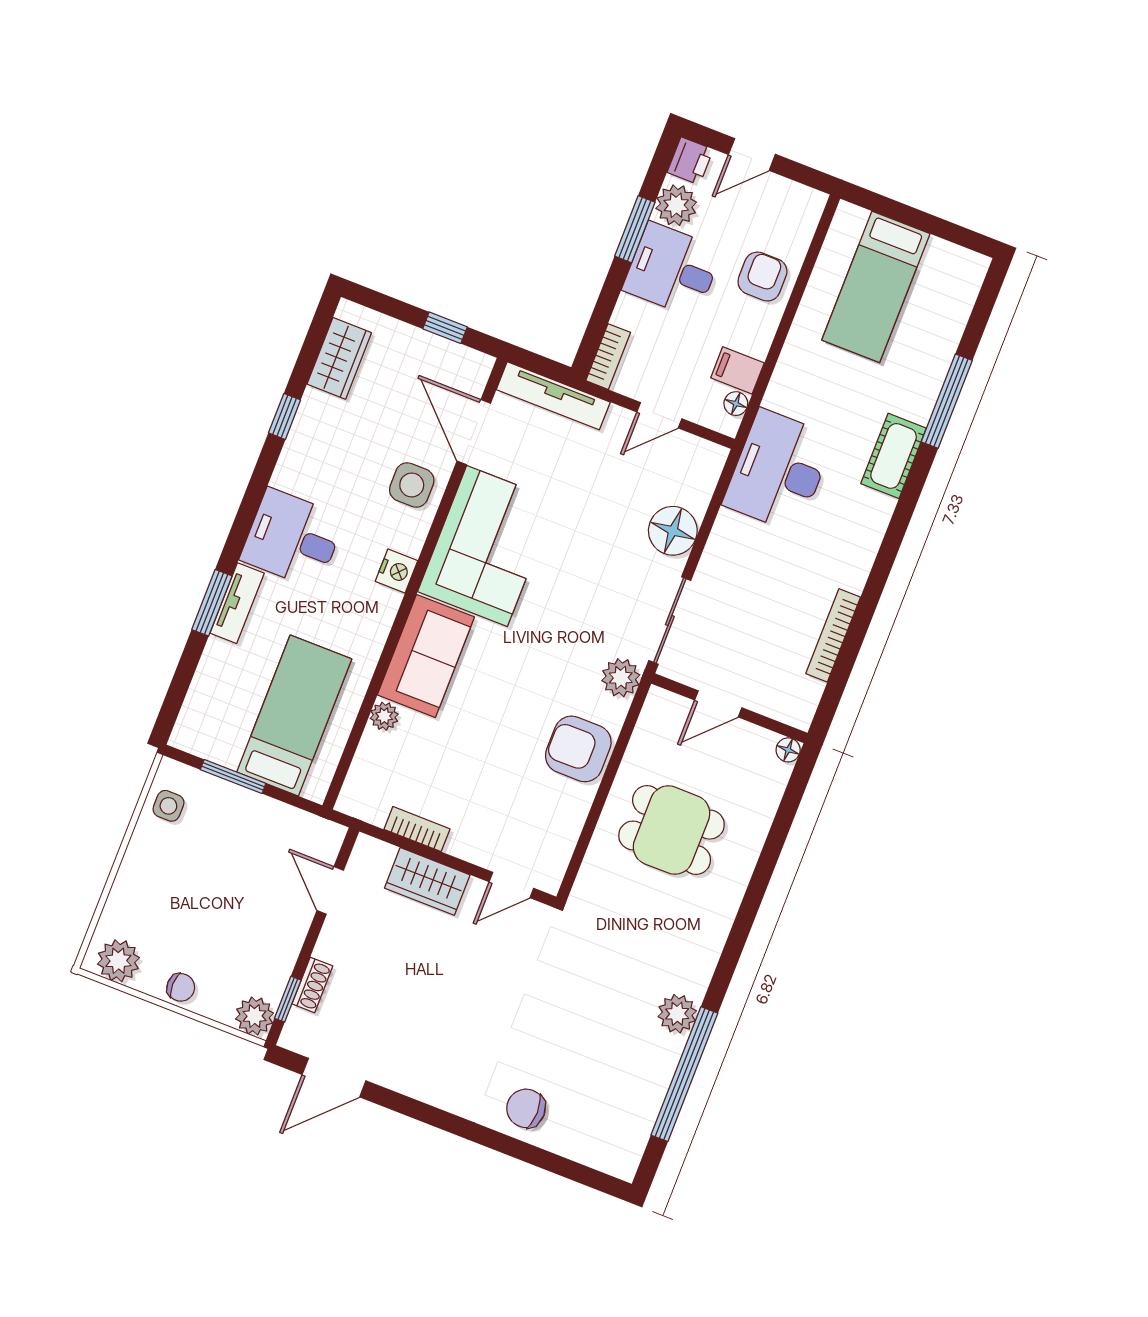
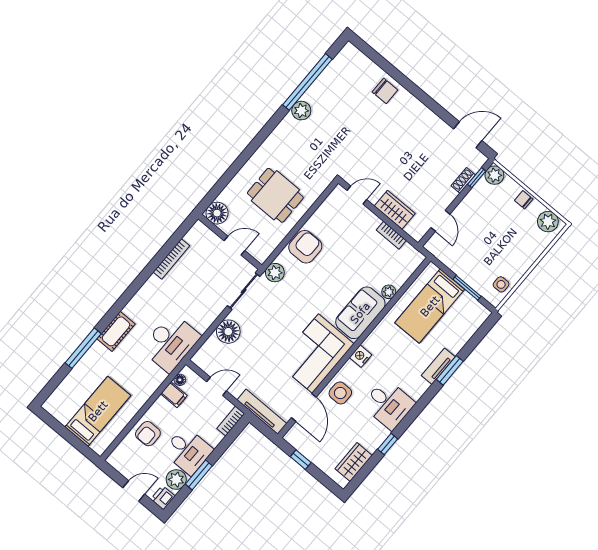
desk: (293, 538) -> (389, 404), moved
armchair: (578, 749) -> (305, 247), turned -90
floor lamp: (788, 750) -> (217, 213), width x1.89, depth x1.89

